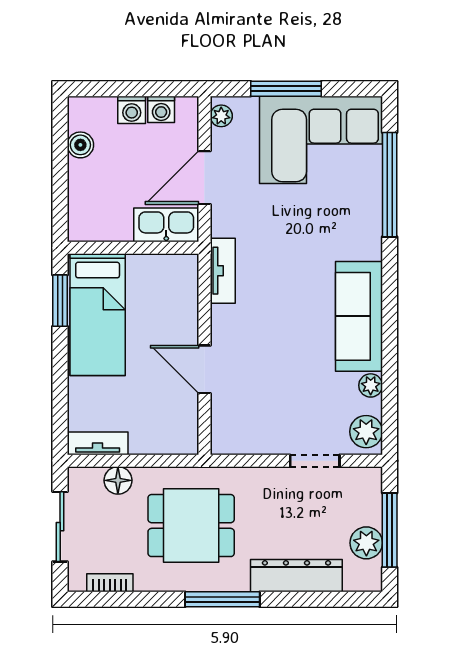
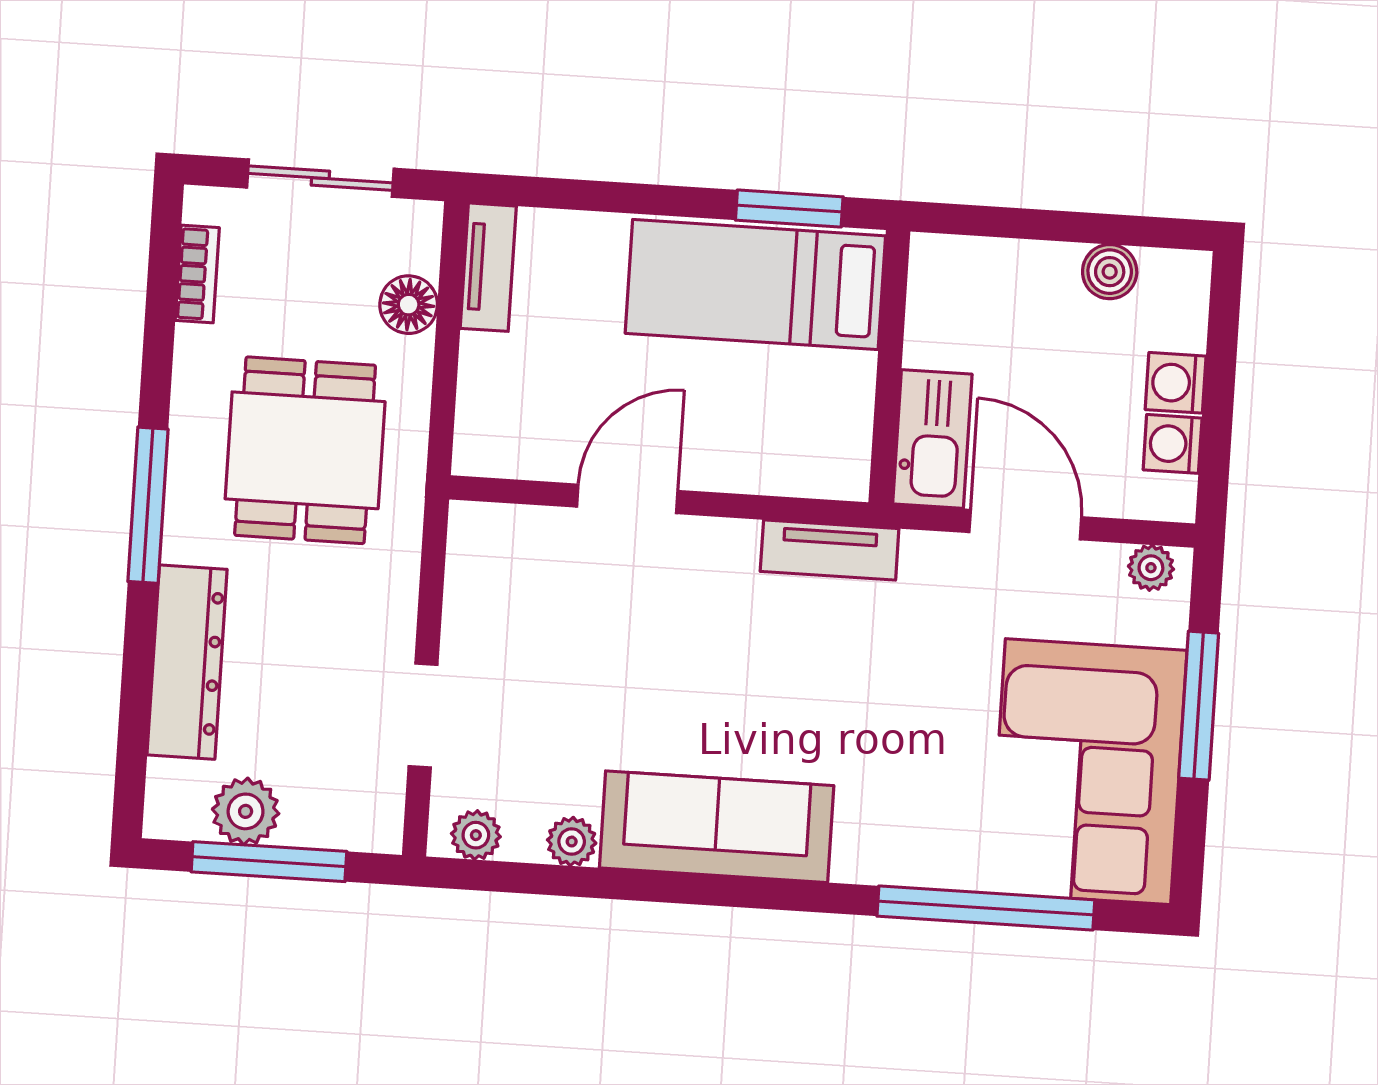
plant: (366, 432) -> (476, 835), width x0.73, depth x0.73

